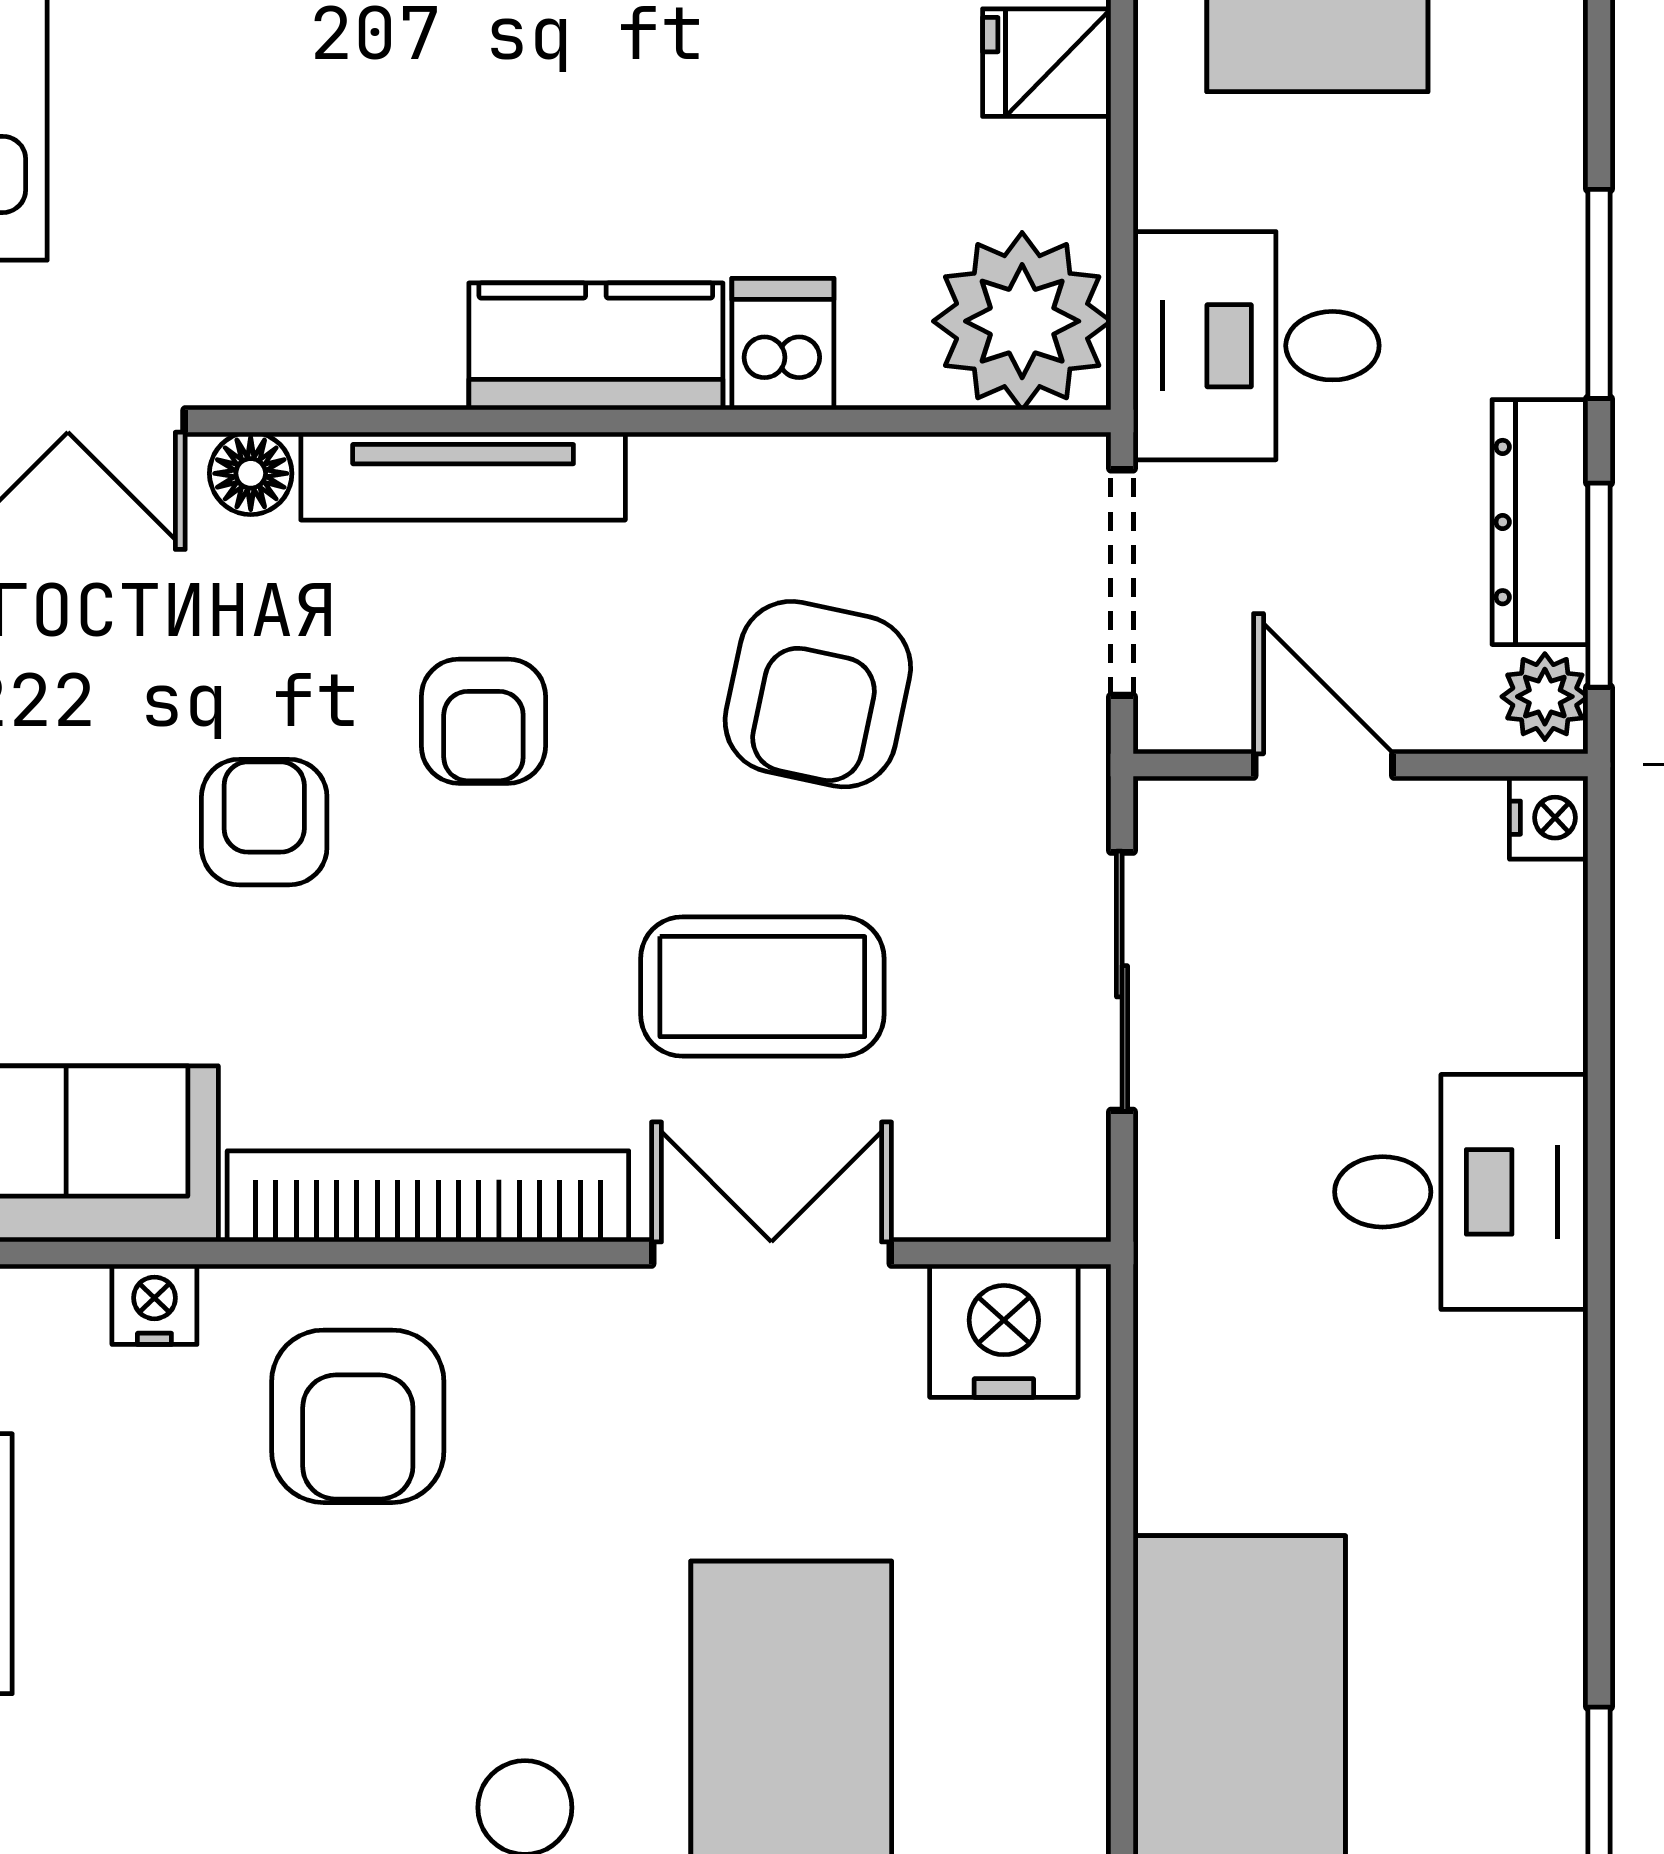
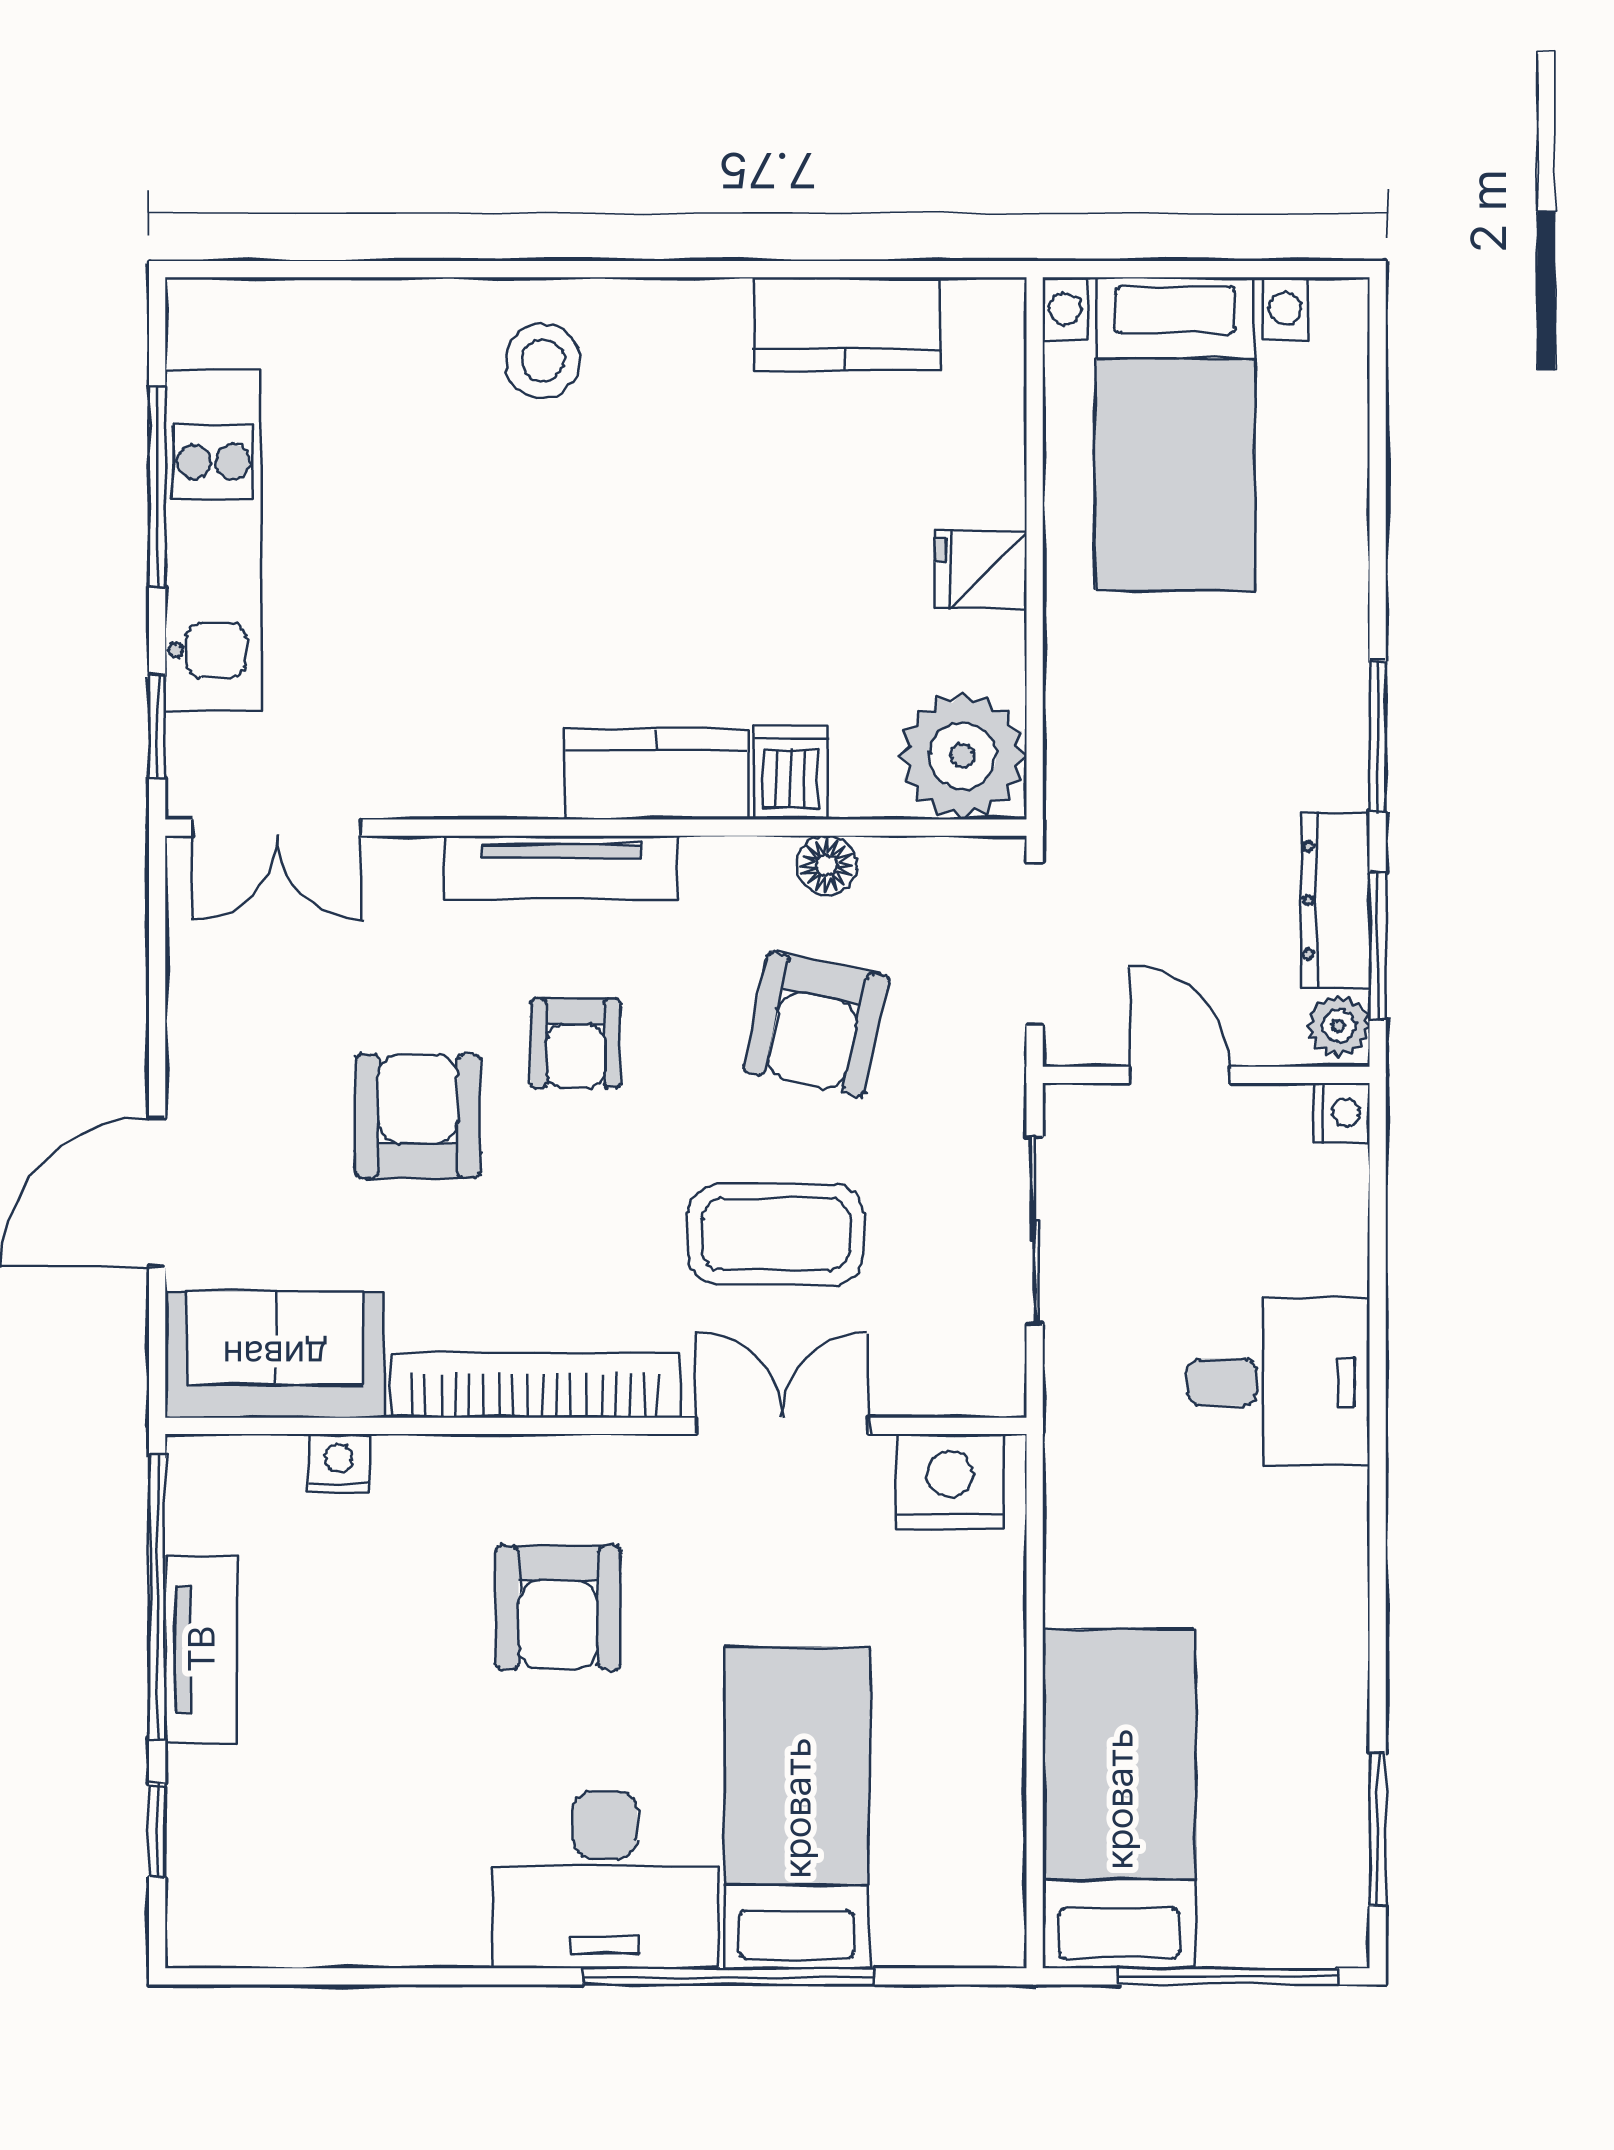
desk: (1256, 346) -> (1131, 773), removed
floor lamp: (251, 473) -> (826, 865), moved
armchair: (264, 822) -> (418, 1116), width x1.38, depth x1.38
armchair: (358, 1416) -> (558, 1608), moved

